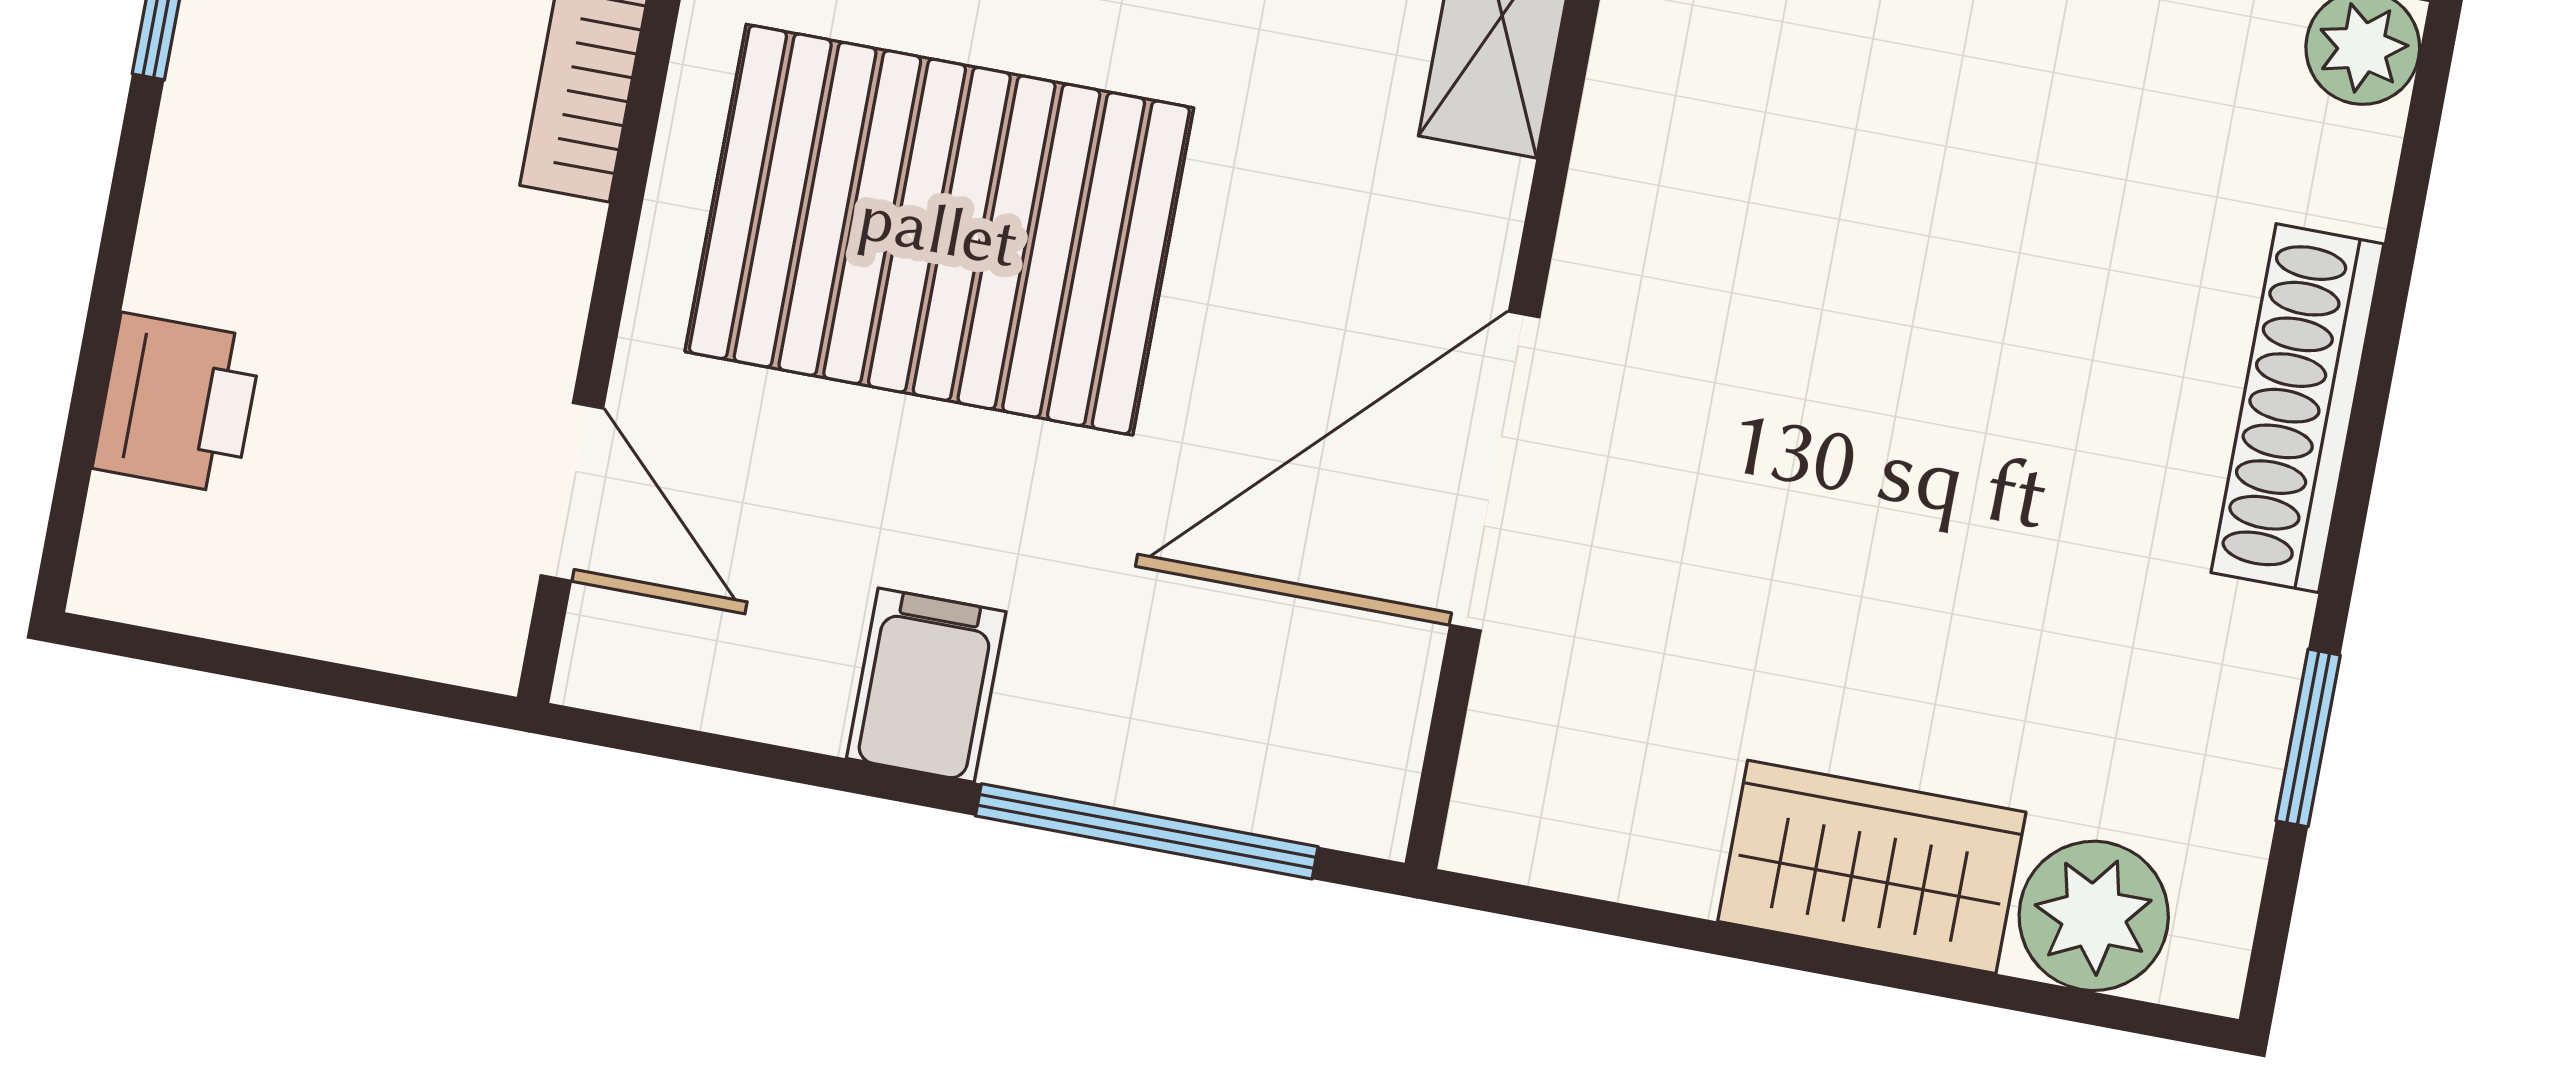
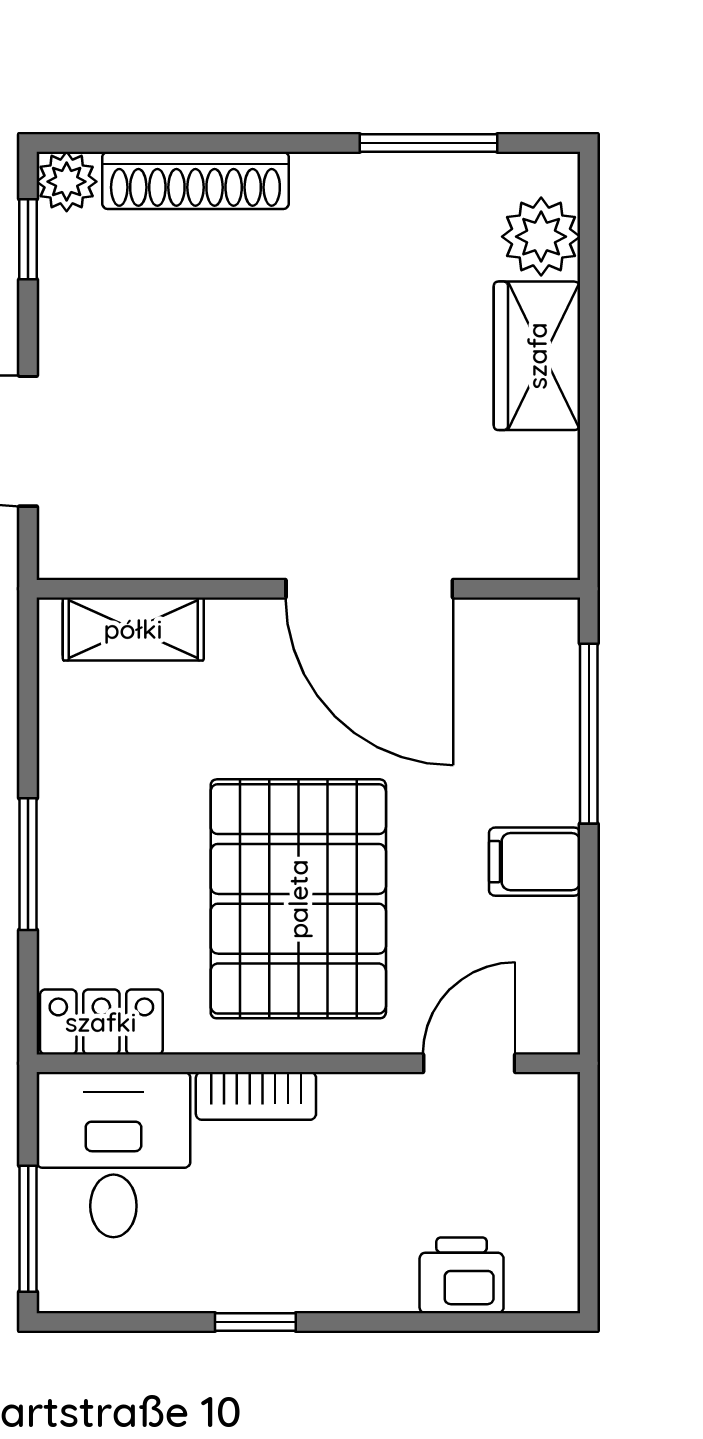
shoe rack: (2297, 408) -> (195, 180), moved
window: (2308, 738) -> (428, 143), width x1.50

